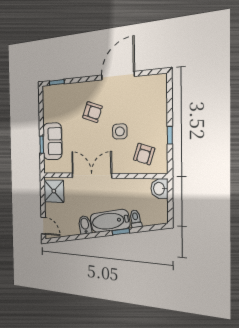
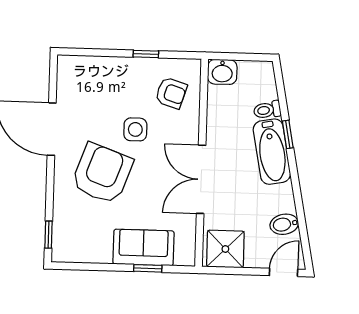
armchair: (92, 112) -> (102, 173), width x1.88, depth x1.88
bidet: (85, 225) -> (284, 224), moved

